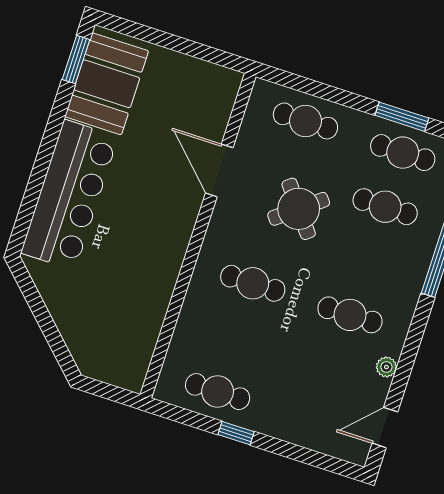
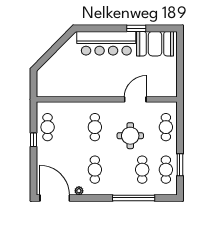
window: (76, 59) -> (136, 28), moved
round table: (299, 209) -> (130, 136), turned 38
door: (385, 428) -> (55, 198), width x1.87

